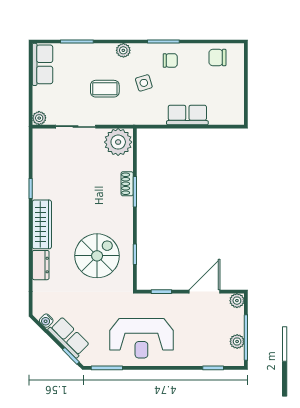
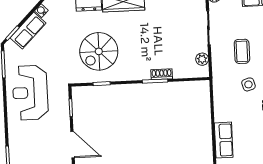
row of seats: (187, 115) -> (224, 140), moved
plant: (118, 142) -> (202, 59), width x0.53, depth x0.53
spiral stairs: (97, 256) -> (99, 51), turned 90

